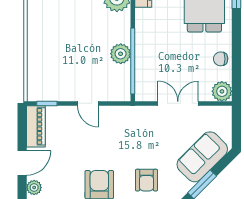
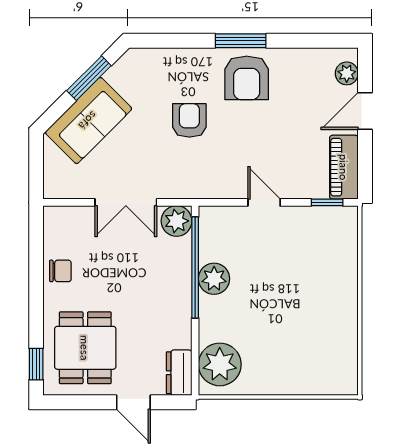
plant: (222, 91) -> (177, 221), moved
armchair: (146, 180) -> (189, 120), moved

